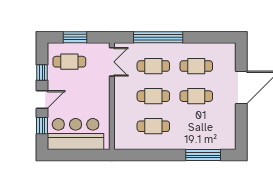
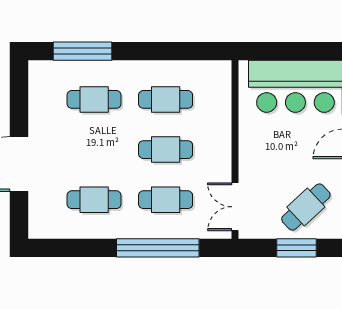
cafe table: (69, 62) -> (306, 207), turned -43
cafe table: (196, 96) -> (94, 99), moved

